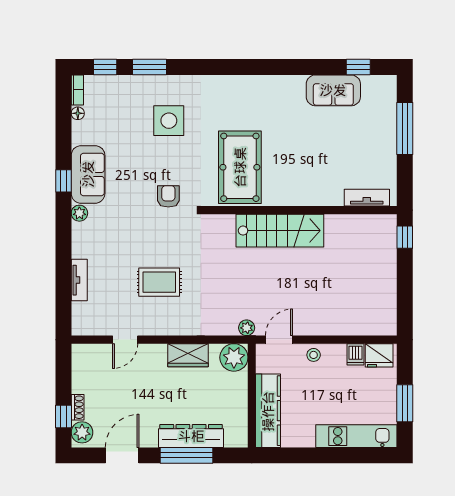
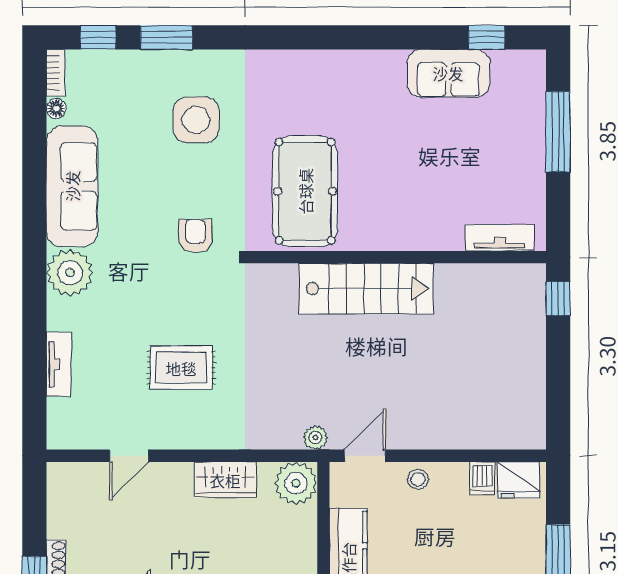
sofa: (88, 174) -> (72, 186), width x1.36
window: (63, 181) -> (34, 212), removed
plant: (79, 213) -> (70, 273), width x1.88, depth x1.88

